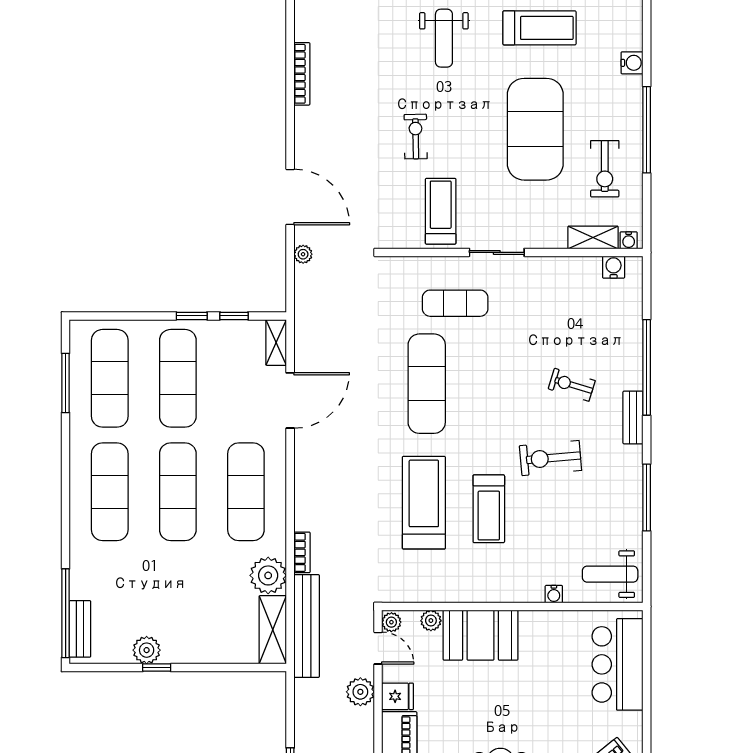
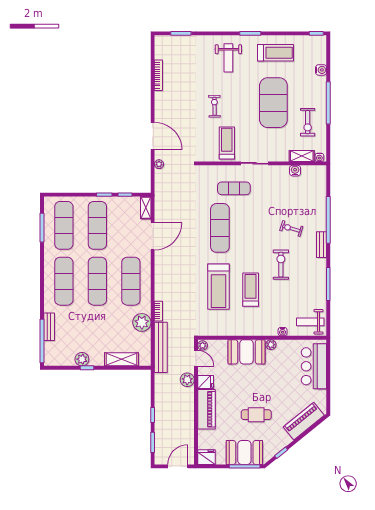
water cooler: (614, 267) -> (295, 171), moved
exercise bike: (550, 458) -> (281, 265), turned 95
treadmill: (424, 503) -> (219, 287), turned 180
treadmill: (489, 509) -> (251, 290), turned 180
plant: (431, 621) -> (271, 345), moved
bench: (80, 629) -> (49, 327), moved
shelving: (273, 630) -> (121, 359), moved, turned 90

